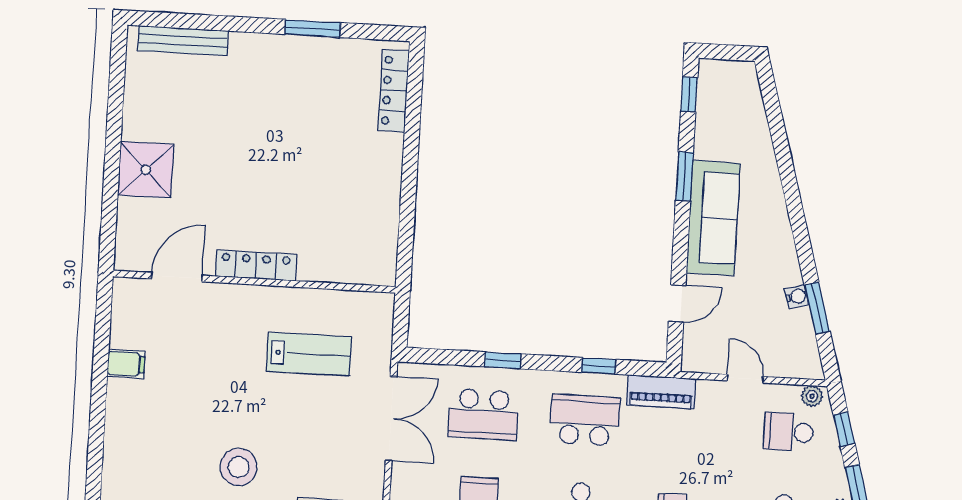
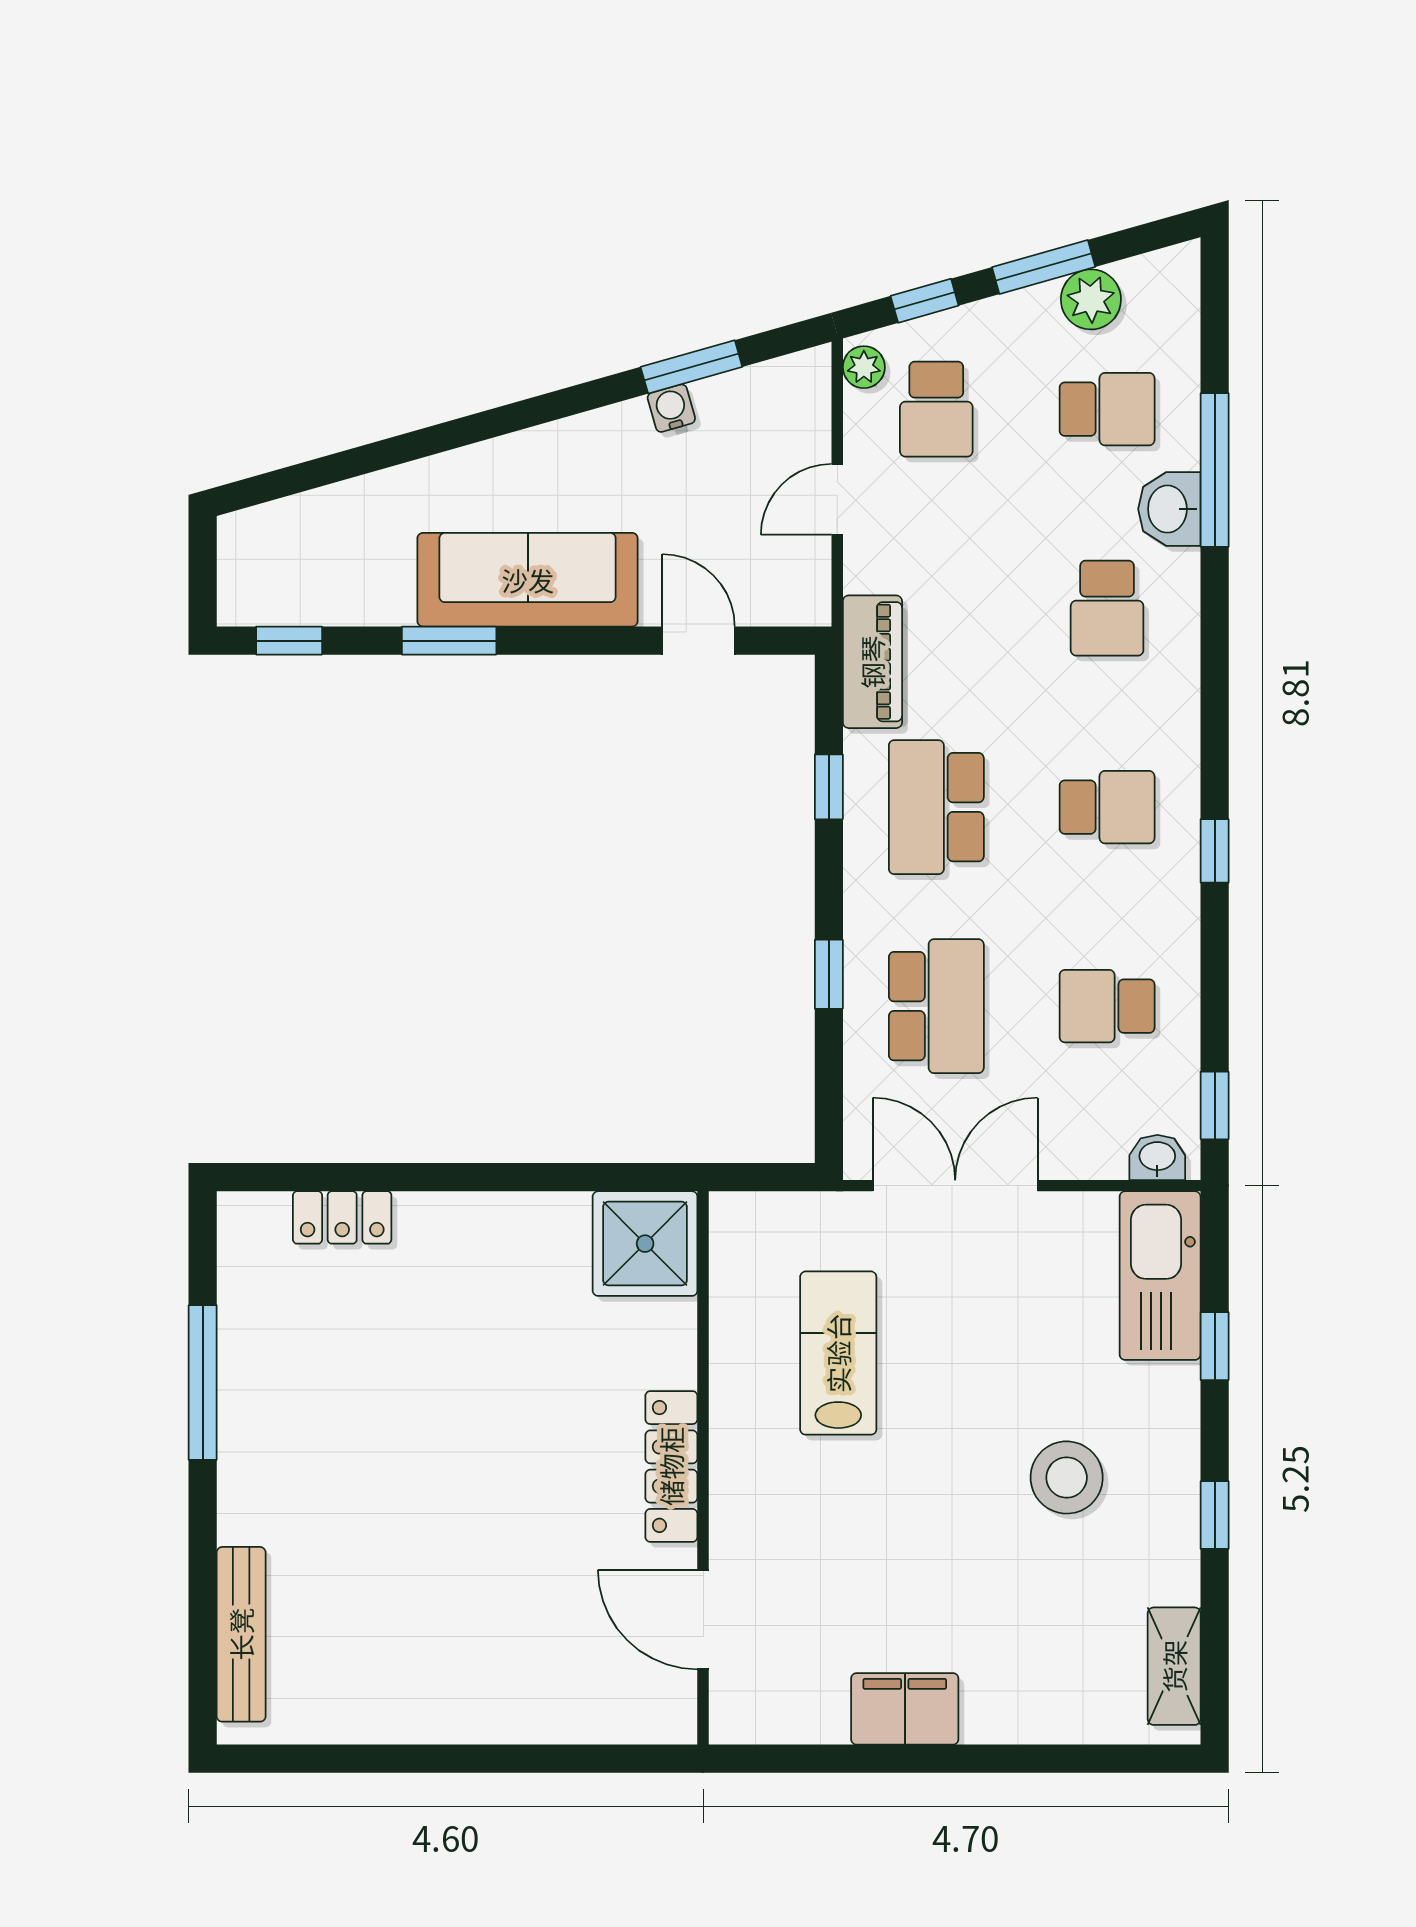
window: (313, 28) -> (203, 1382), width x1.44
locker: (394, 91) -> (342, 1217), width x0.66
shower: (146, 170) -> (645, 1244), moved
filing cabinet: (126, 364) -> (905, 1709), width x2.00

